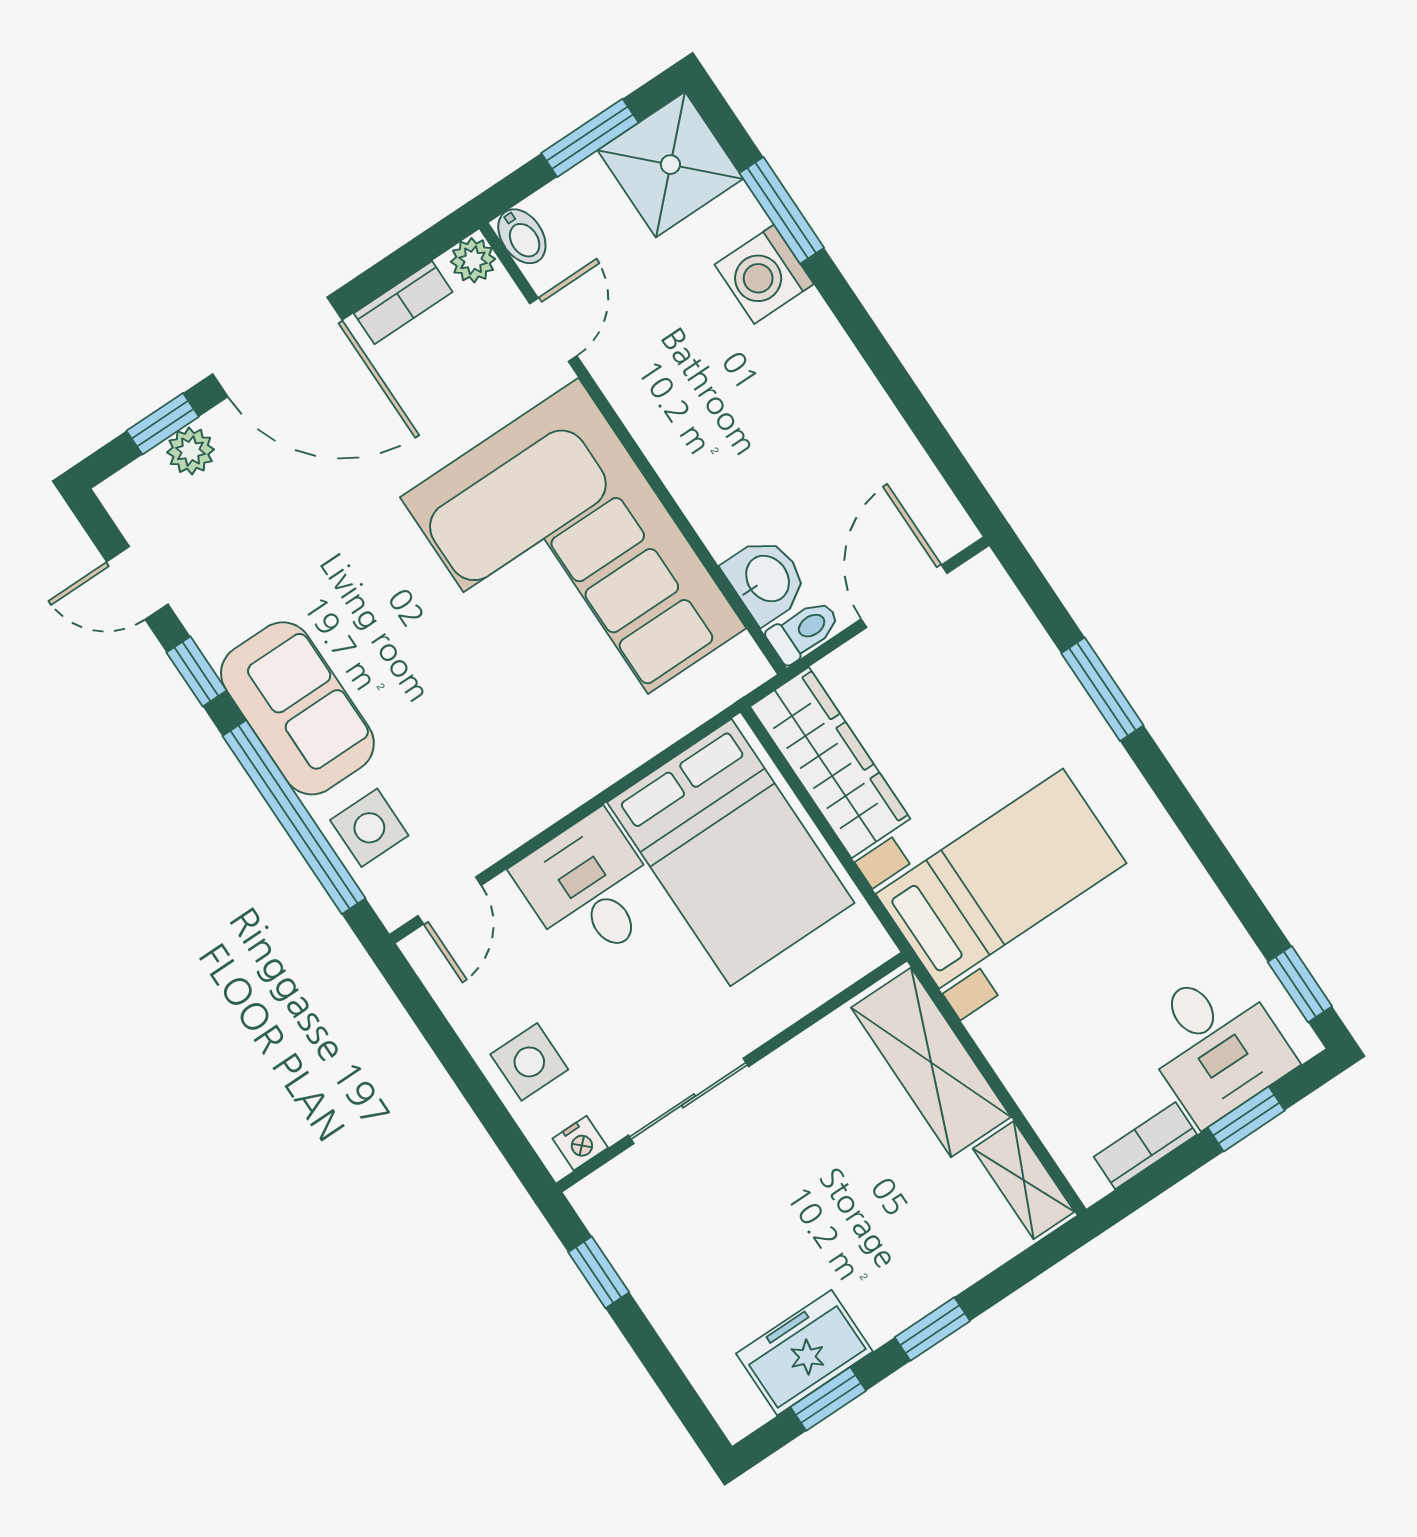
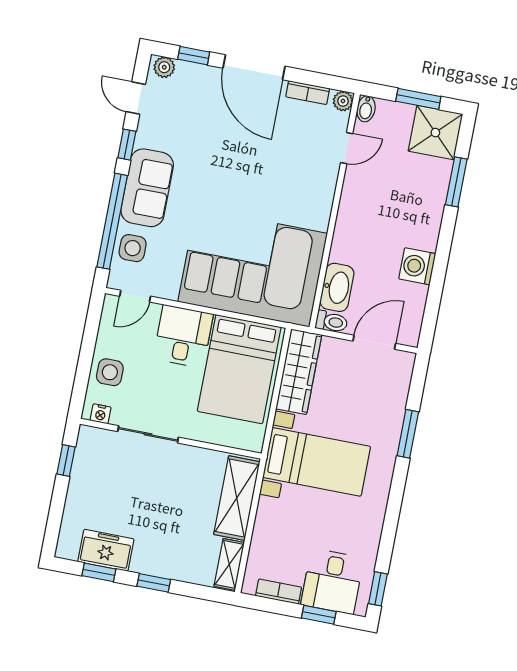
washing machine: (764, 274) -> (417, 266), moved
plant: (191, 451) -> (164, 67), moved
corner sofa: (573, 563) -> (253, 268), moved, turned 90
washbasin: (766, 580) -> (337, 287), width x1.38

